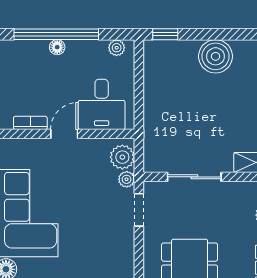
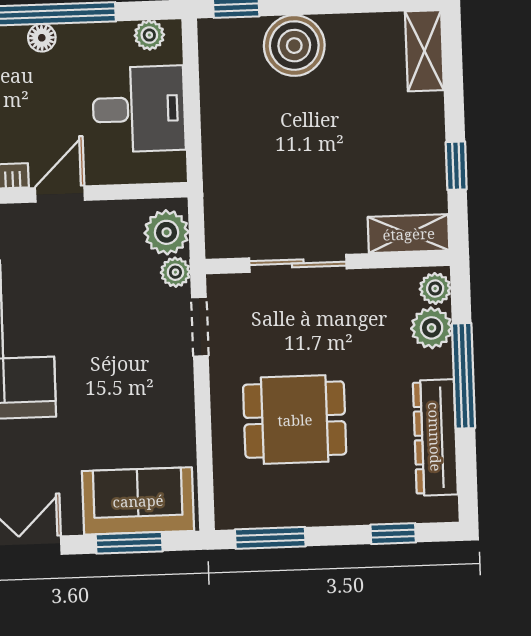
boiler: (216, 56) -> (294, 46), moved
desk: (102, 104) -> (139, 109), moved, turned -90

